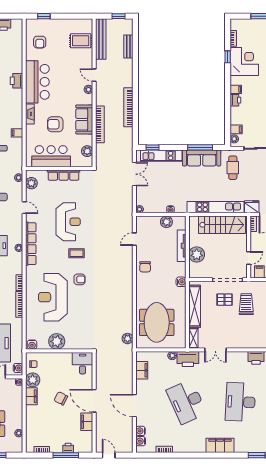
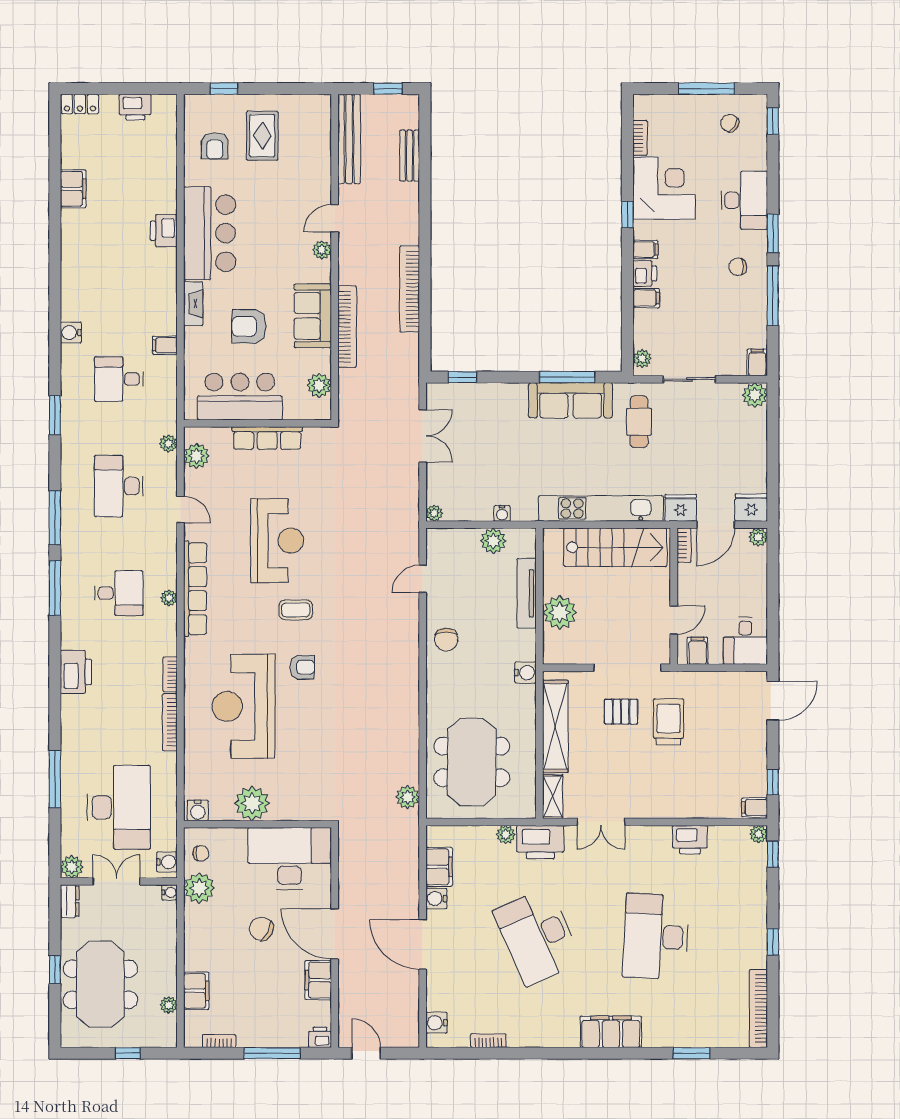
rug: (81, 41) -> (262, 136), moved, turned 90
window: (228, 57) -> (627, 214), moved
door: (94, 75) -> (335, 218), hinge flipped
filing cabinet: (236, 129) -> (646, 298), moved
kitchen unit: (161, 156) -> (482, 395), removed
desk: (83, 363) -> (290, 858), width x1.87, depth x1.30
filing cabinet: (31, 396) -> (196, 991), moved
water cooler: (141, 431) -> (436, 899), moved
printer: (68, 448) -> (320, 1037), moved

